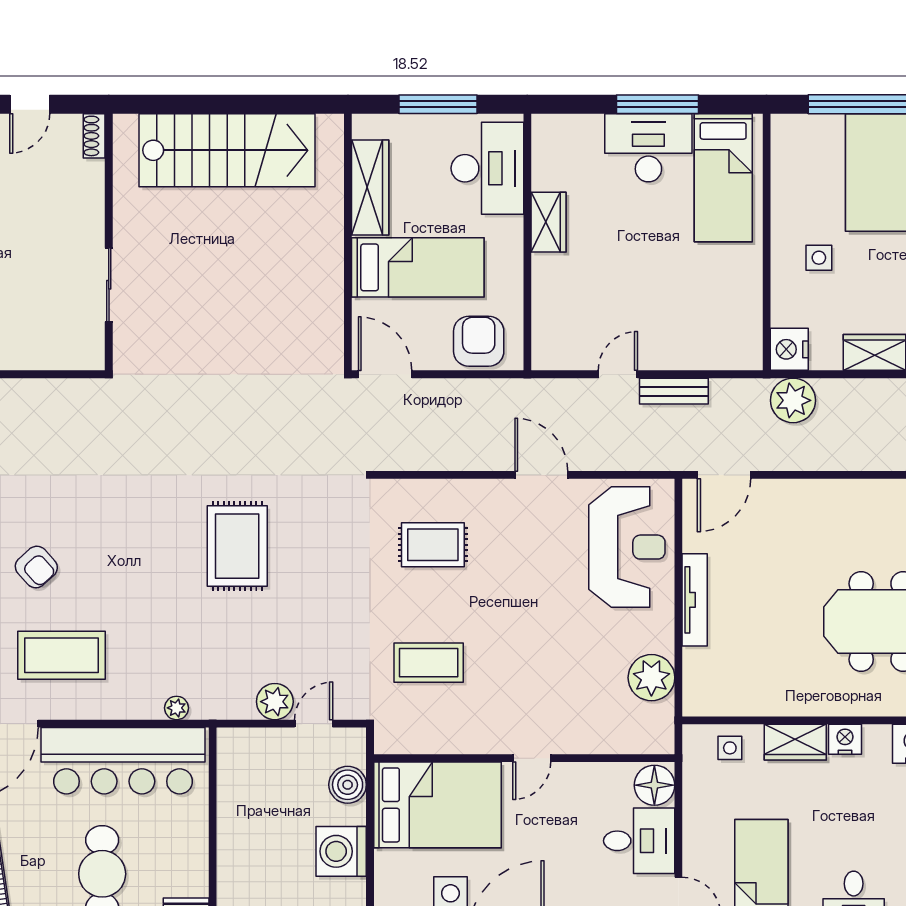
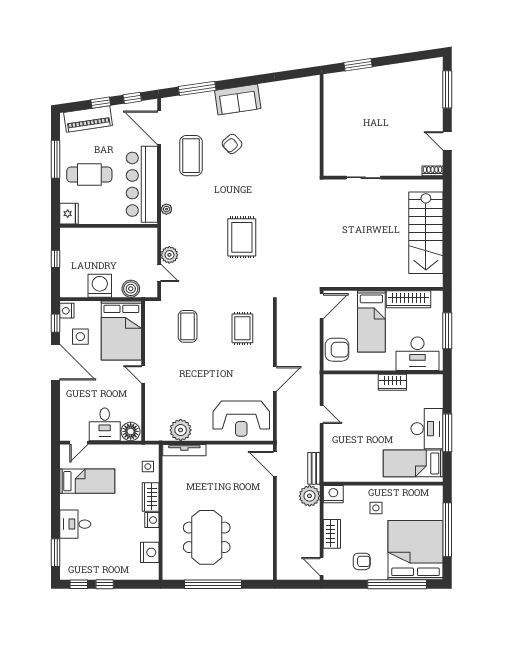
bench: (674, 391) -> (314, 468), moved
rug: (237, 546) -> (242, 237), turned 90
tv unit: (695, 600) -> (184, 450), moved

